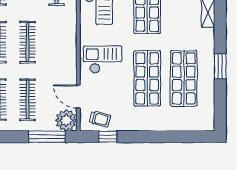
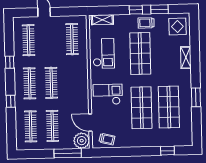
window: (108, 137) -> (167, 151), moved

